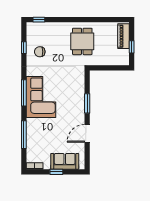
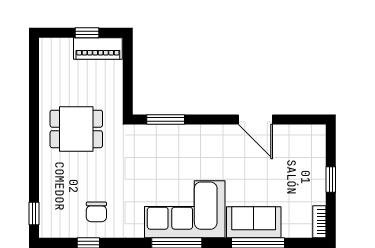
piano: (123, 36) -> (98, 49), moved
window: (87, 103) -> (166, 120), moved
sofa: (65, 161) -> (254, 222), moved, turned 90

